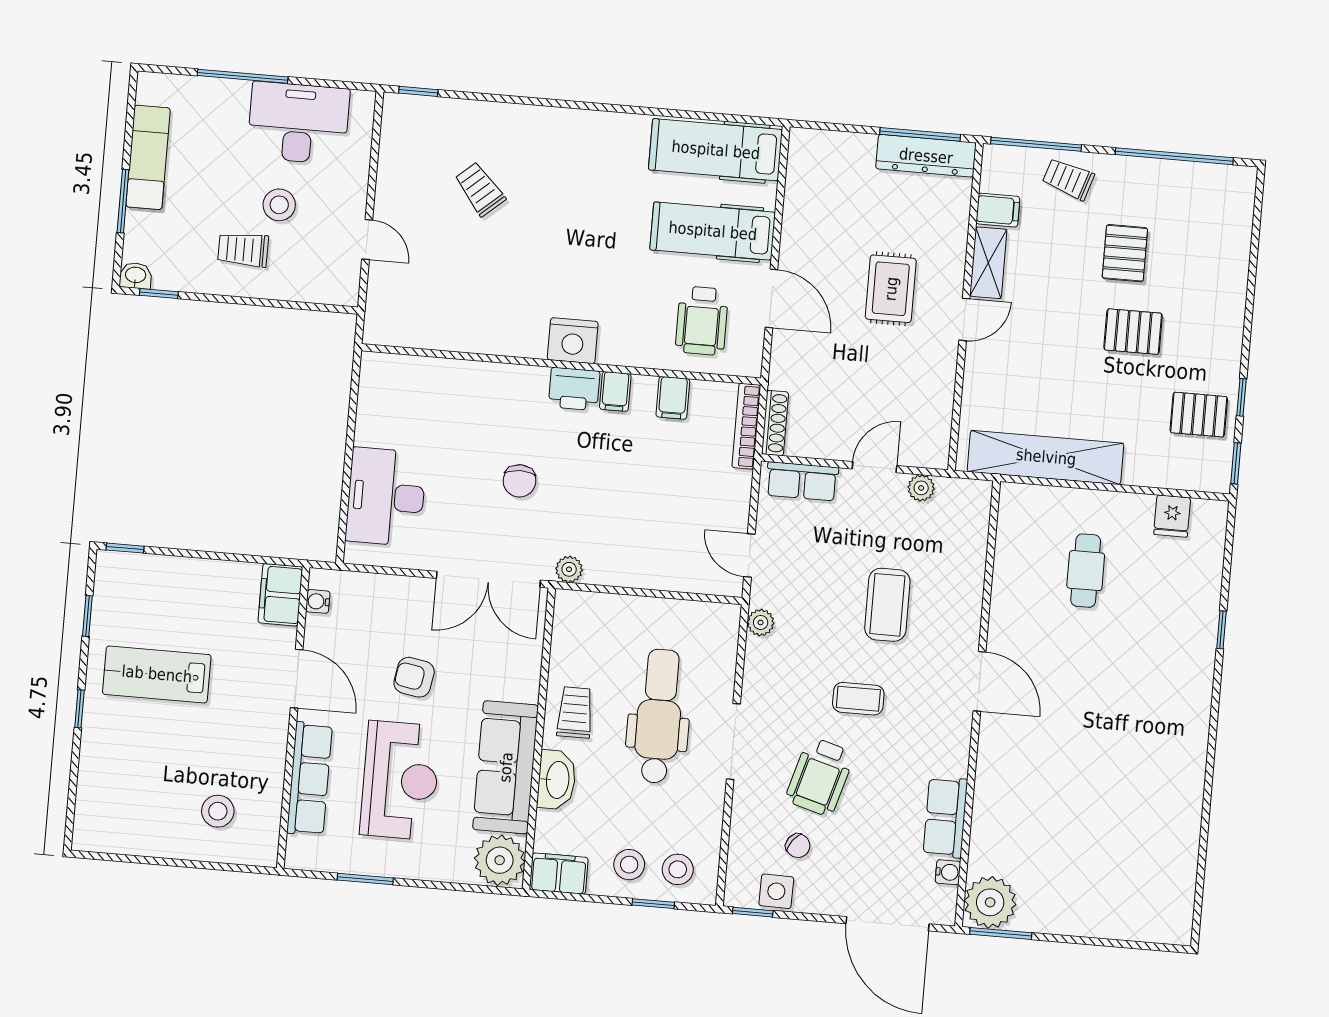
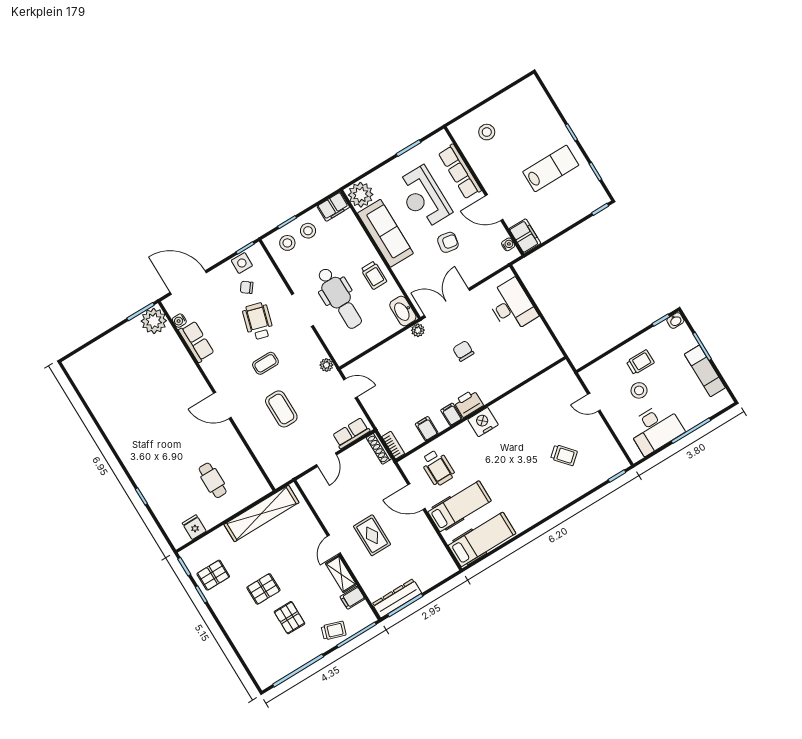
wheelchair: (702, 321) -> (438, 468), turned 180
bookcase: (746, 426) -> (393, 445), width x0.64
plant: (921, 488) -> (302, 465), removed
washbasin: (557, 780) -> (403, 311), moved

